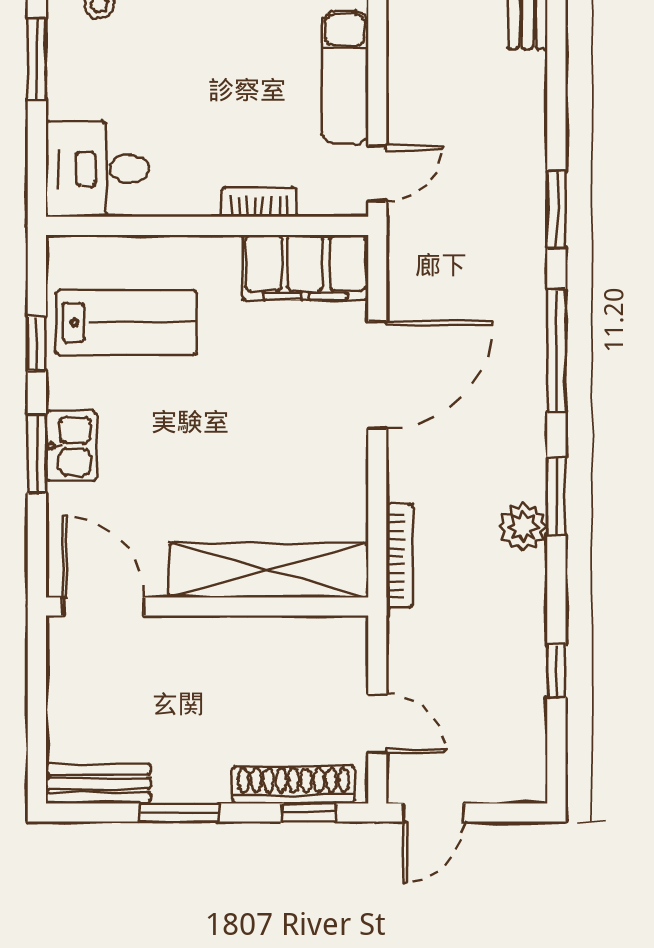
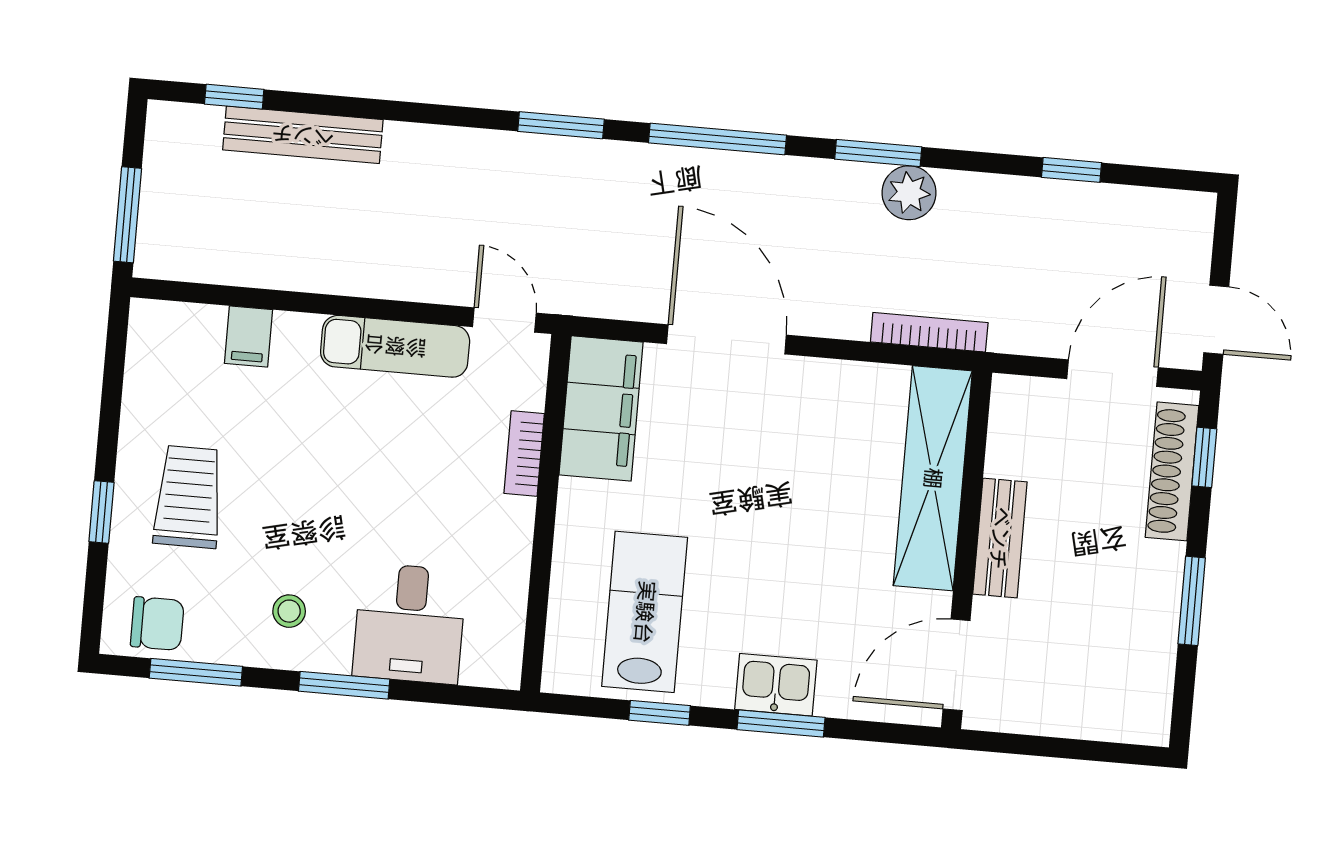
desk: (97, 169) -> (409, 623), moved
door: (377, 723) -> (1112, 373), width x1.38
bench: (98, 784) -> (1000, 538), moved

